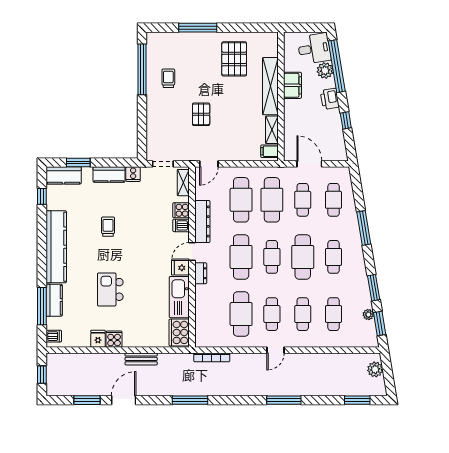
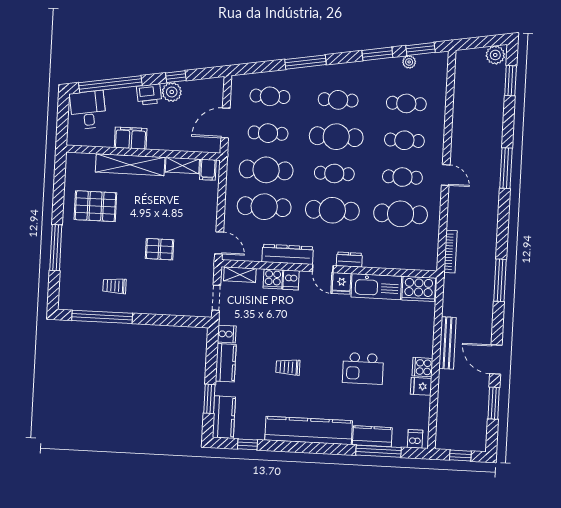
plant: (325, 71) -> (172, 92), moved
bench: (141, 359) -> (448, 343), width x1.36
plant: (375, 369) -> (495, 55), moved

